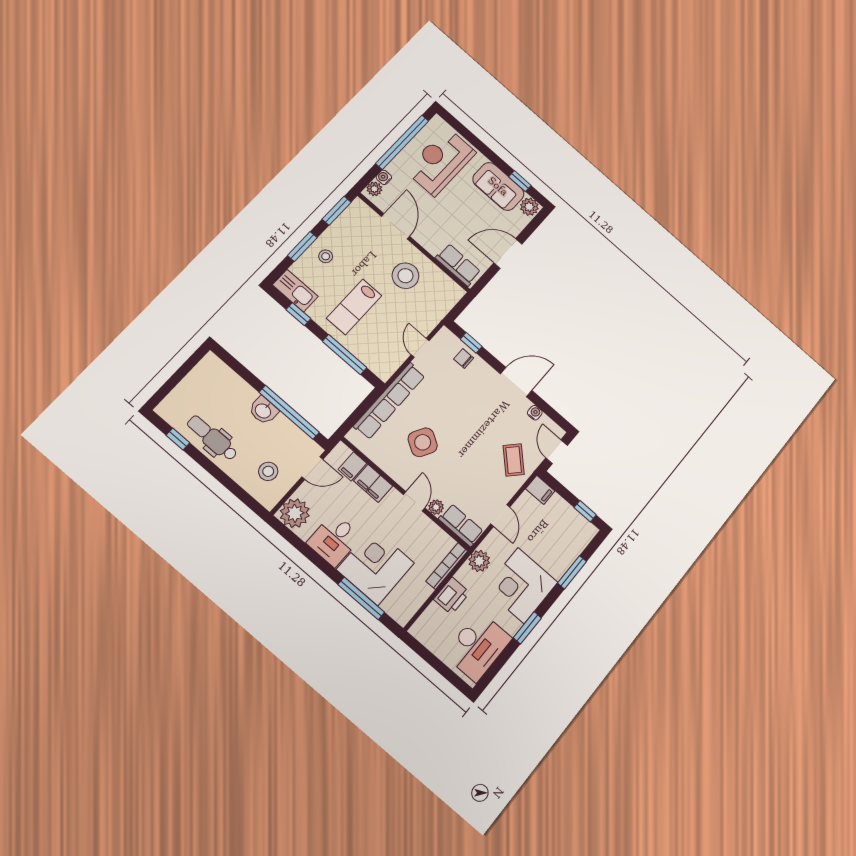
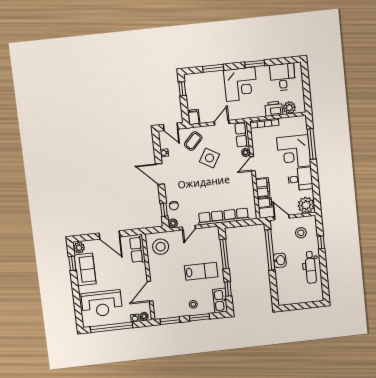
stool: (405, 276) -> (161, 247), moved
plant: (445, 336) -> (173, 223), added
window: (178, 439) -> (321, 242), moved
side table: (423, 442) -> (210, 158), moved
door: (557, 452) -> (171, 127), hinge flipped
plant: (479, 561) -> (289, 108), moved
desk: (478, 646) -> (283, 77), width x0.73

